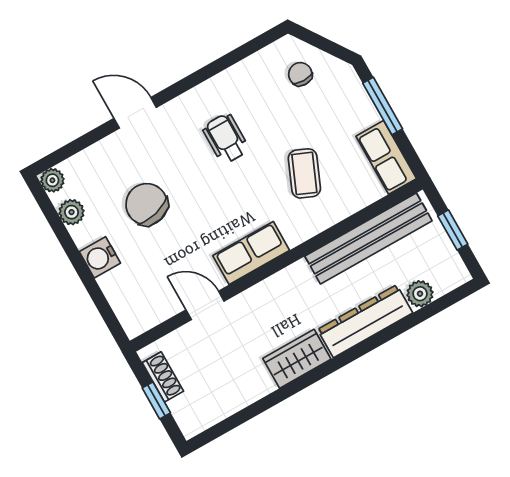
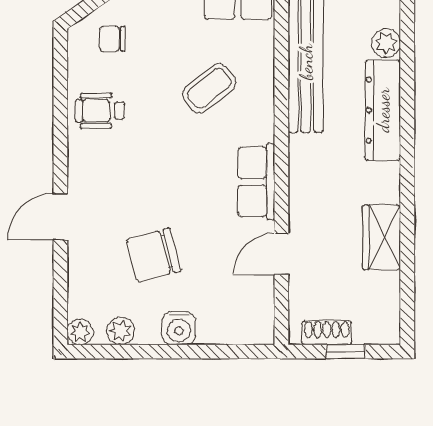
wheelchair: (226, 139) -> (100, 111), moved
coffee table: (304, 173) -> (209, 88), turned -62
wardrobe: (297, 359) -> (382, 237), moved

